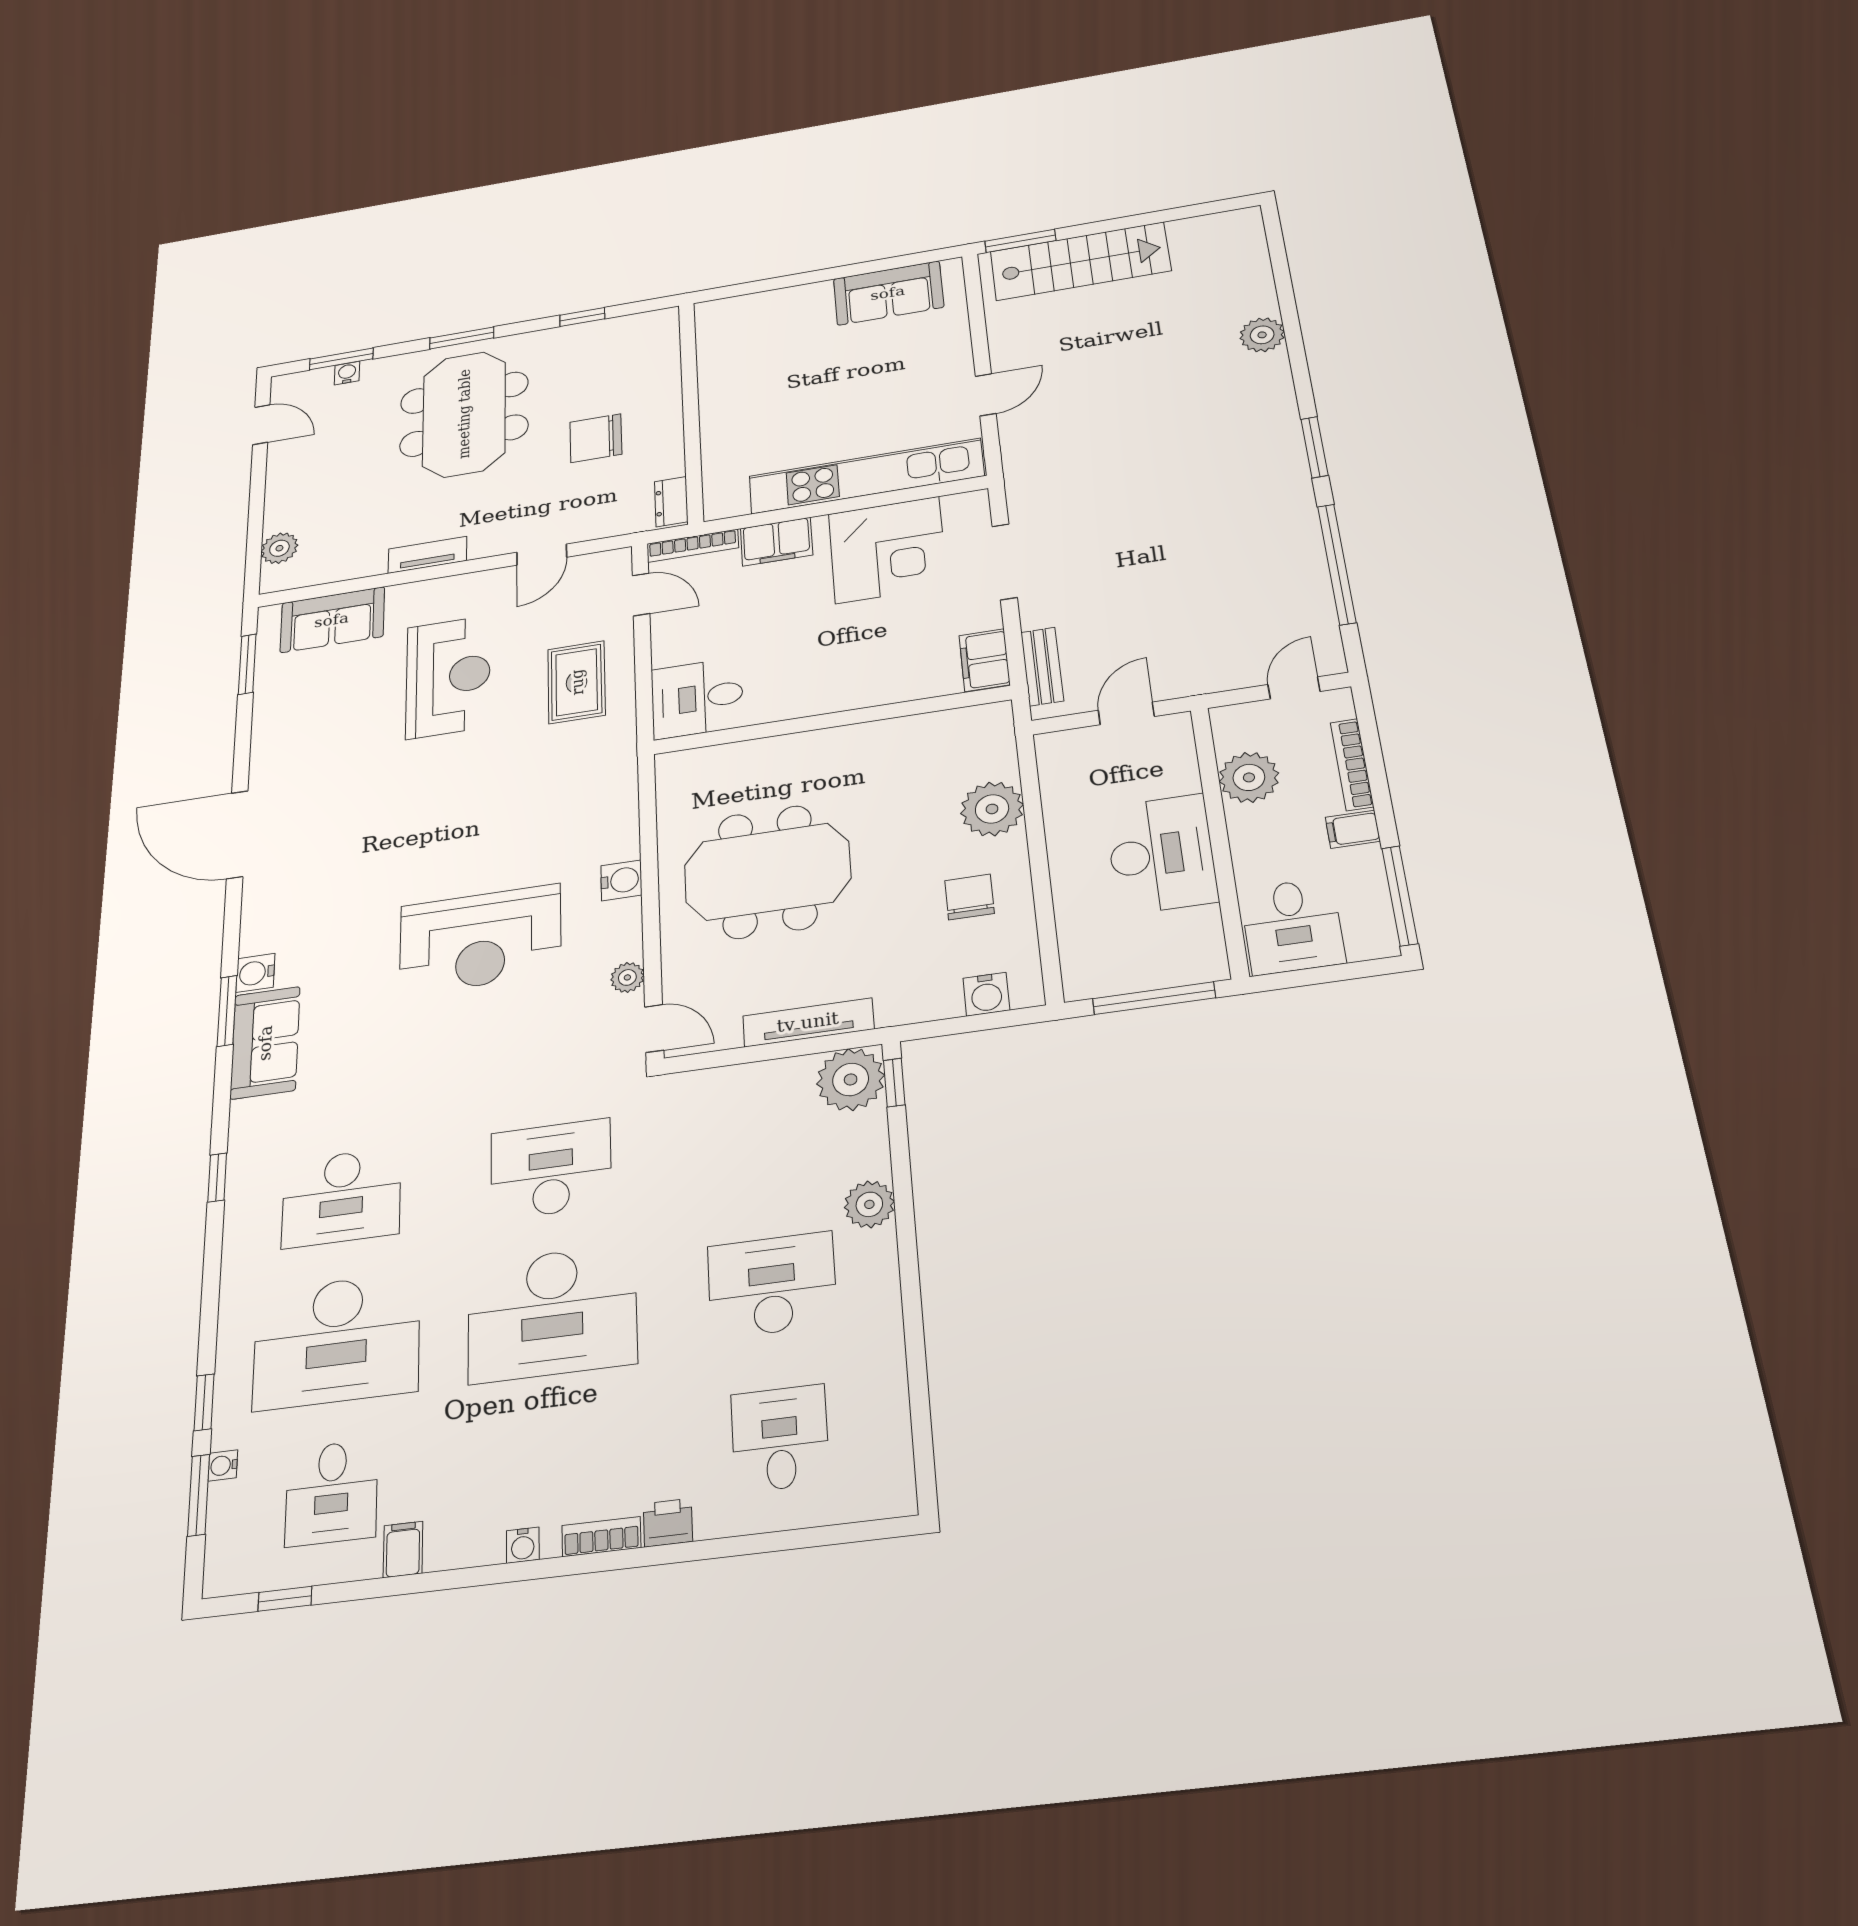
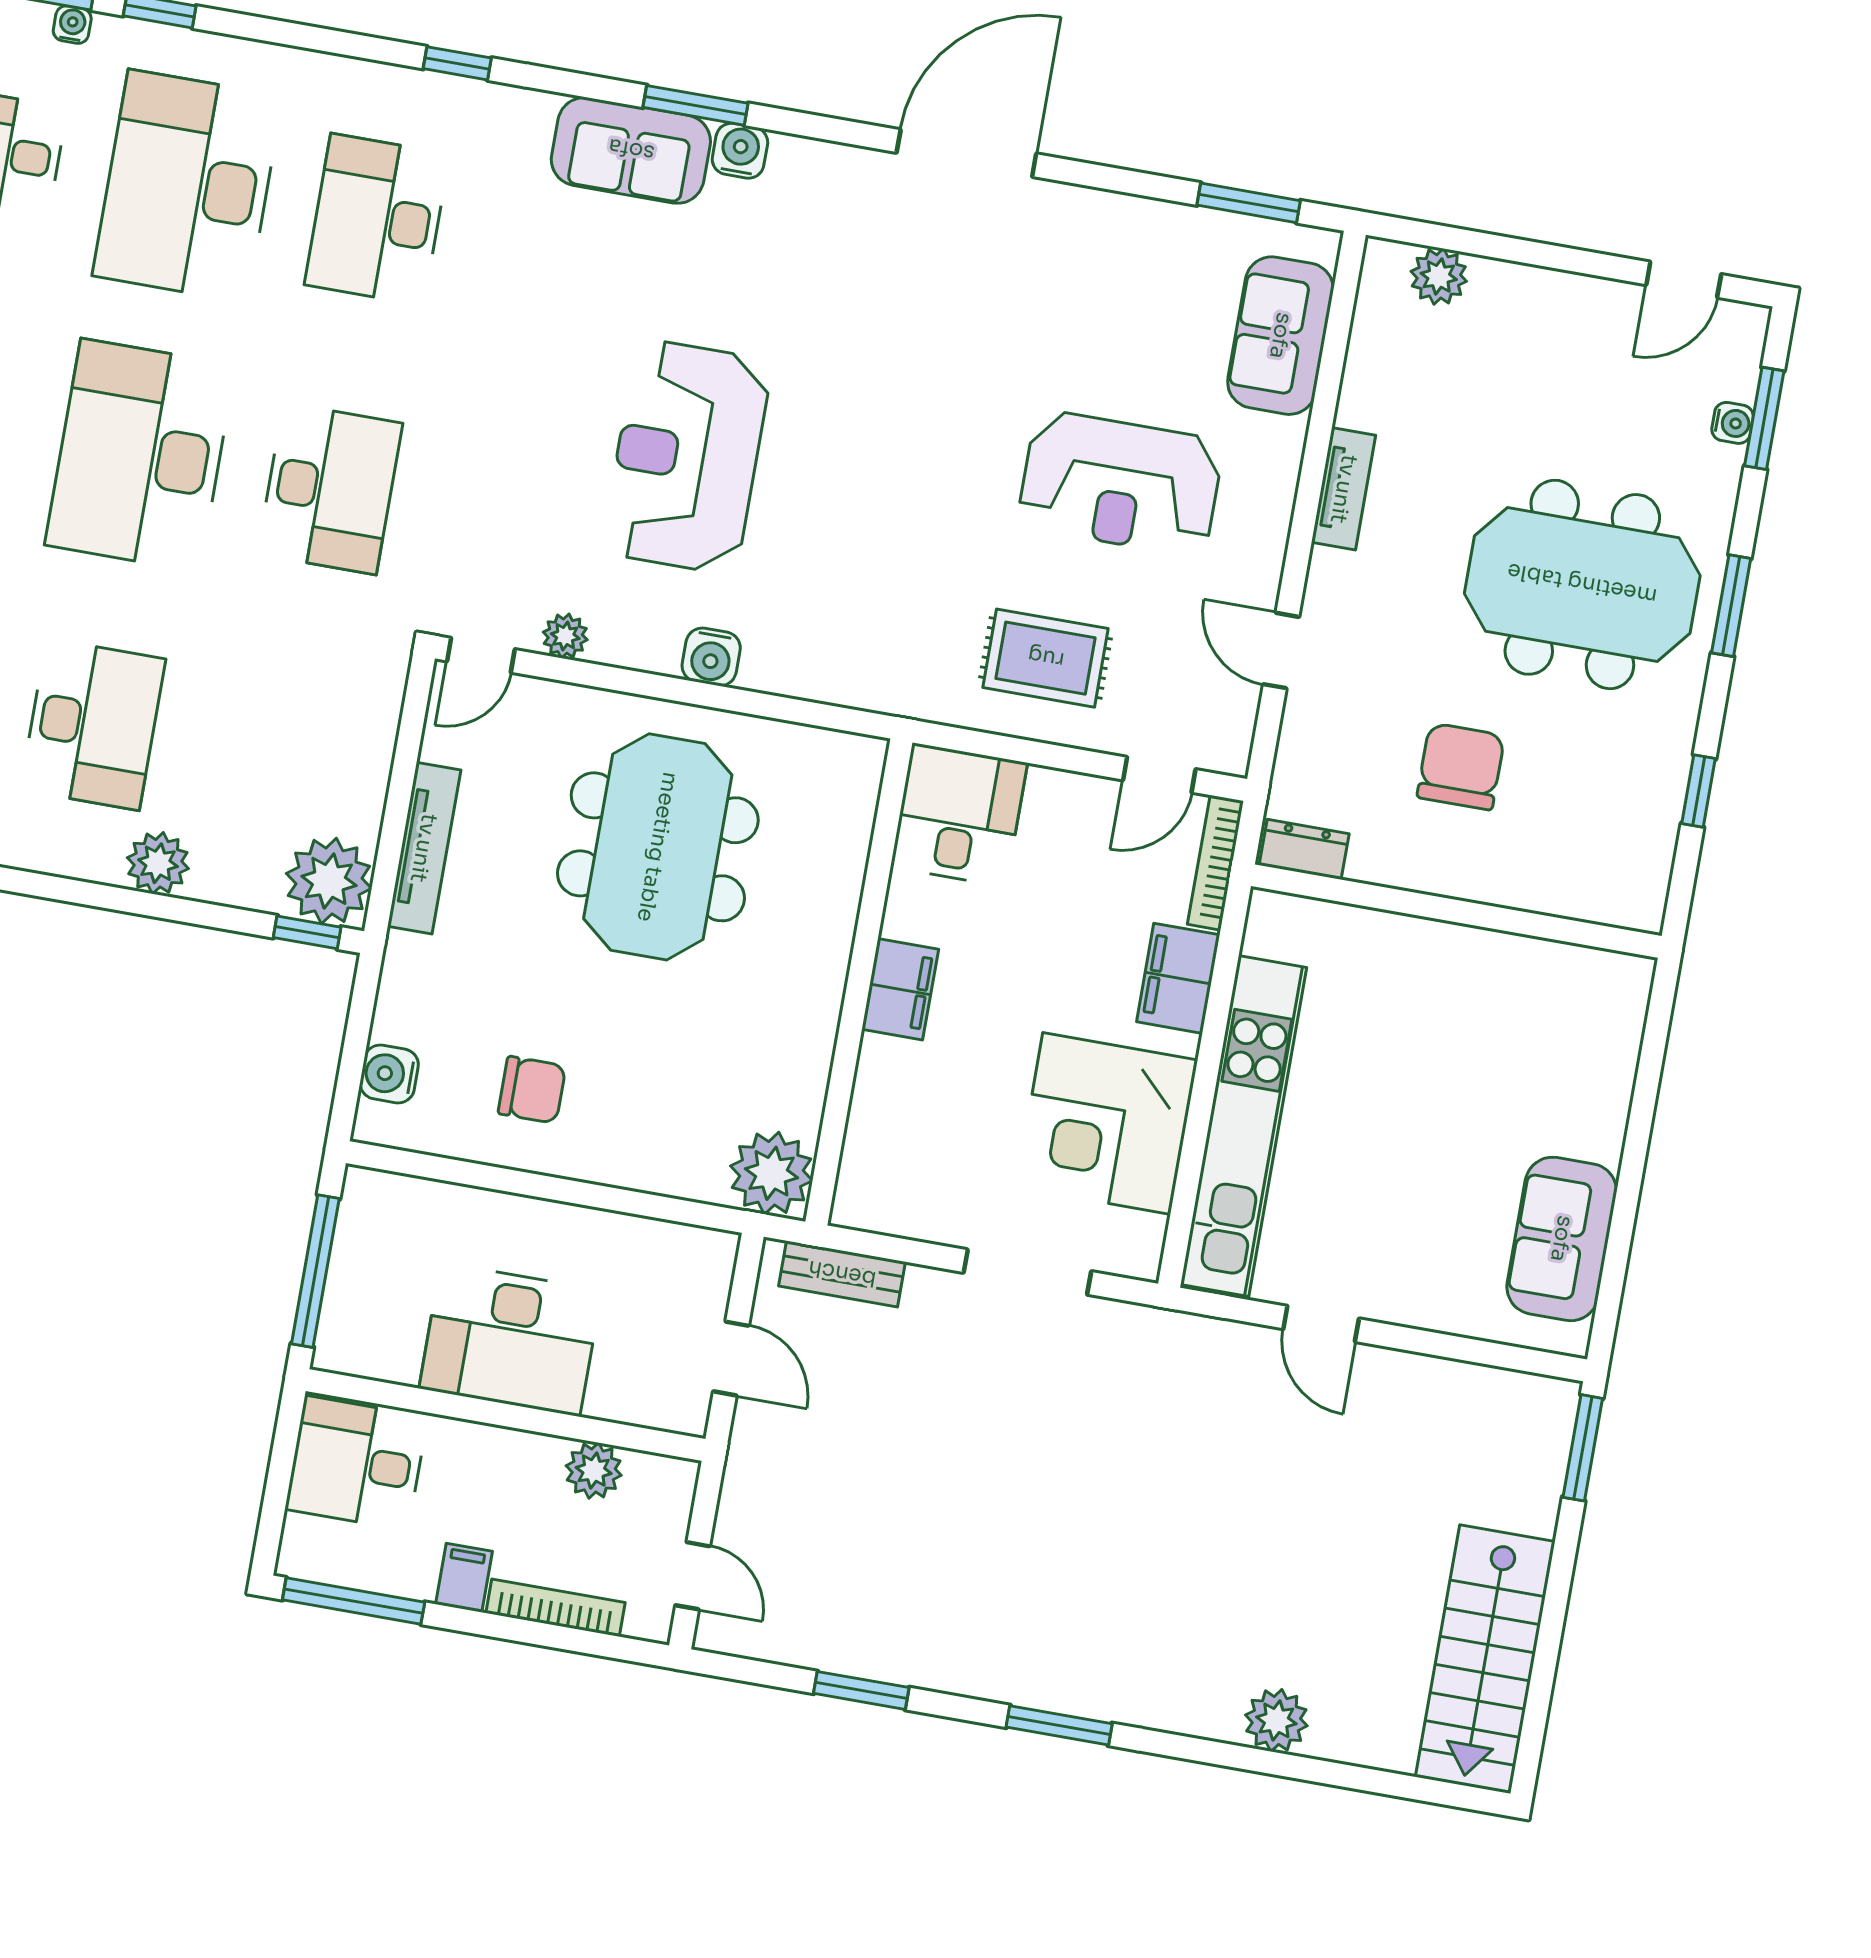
stairs: (1080, 261) -> (1485, 1659), moved
window: (1337, 564) -> (861, 1690), width x0.47
filing cabinet: (985, 660) -> (900, 989), moved, turned 90
plant: (1249, 777) -> (594, 1470), width x0.73, depth x0.73
plant: (992, 809) -> (772, 1173), moved

